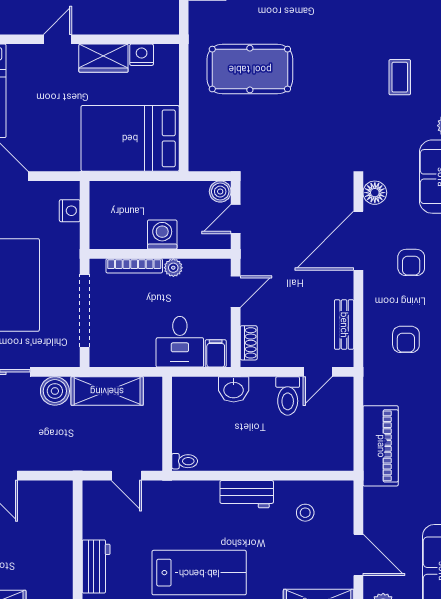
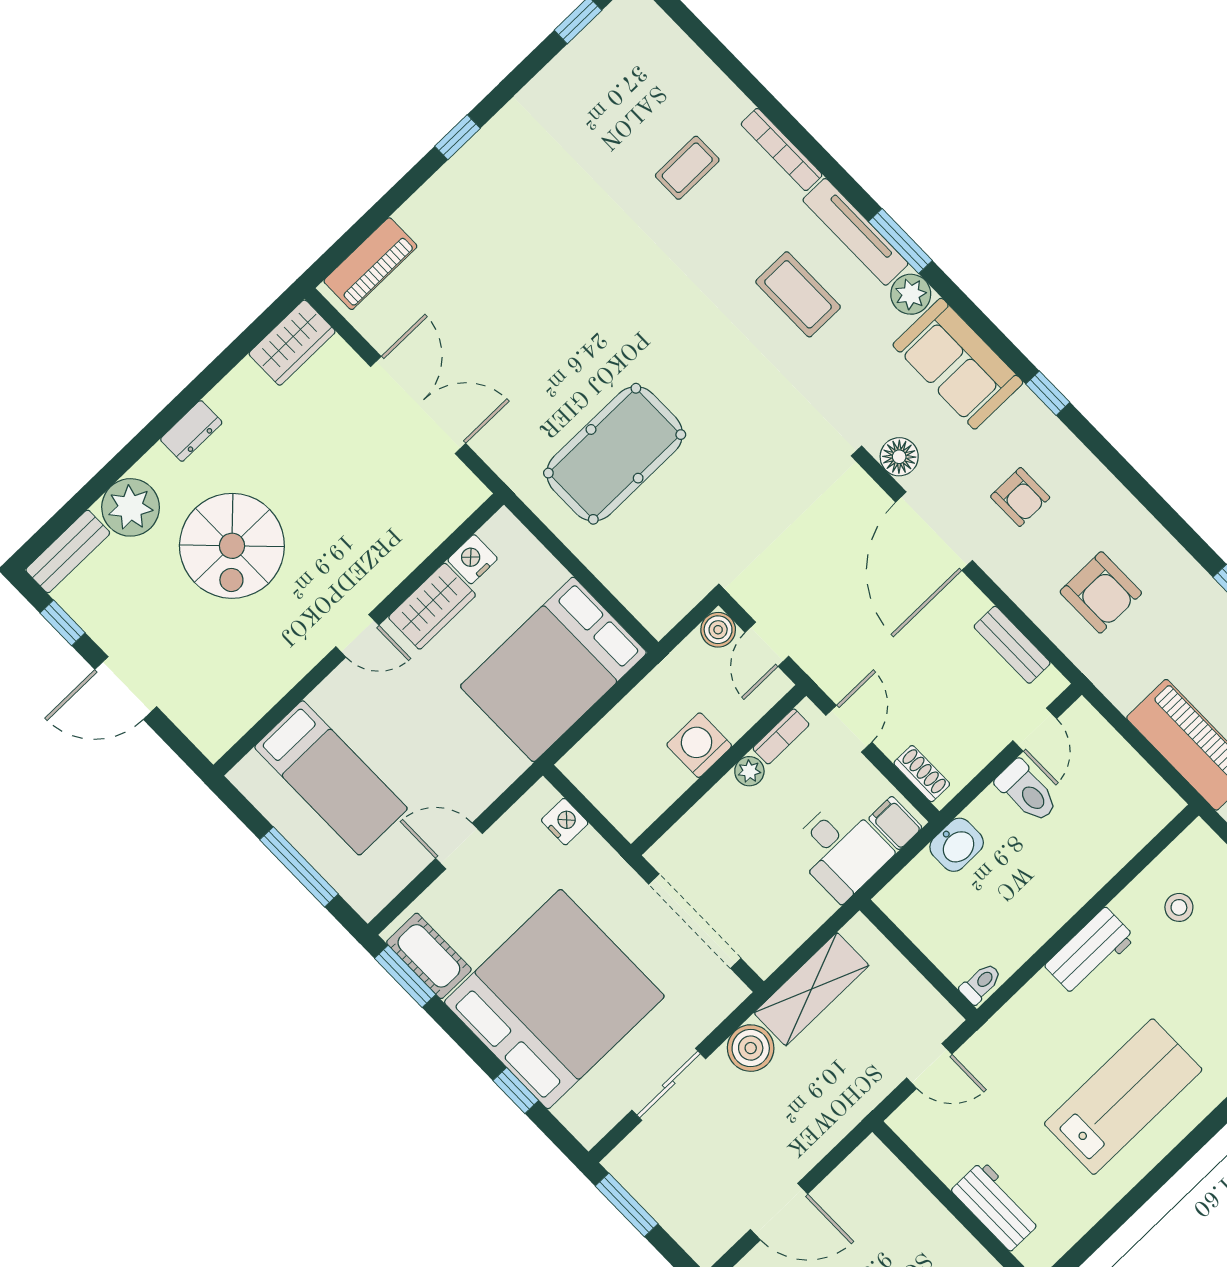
door: (58, 39) -> (357, 636), swing flipped
coffee table: (400, 77) -> (798, 294), width x1.36, depth x1.30
bookcase: (134, 266) -> (781, 736), moved, width x0.64
armchair: (406, 339) -> (1101, 592), width x1.38, depth x1.38

